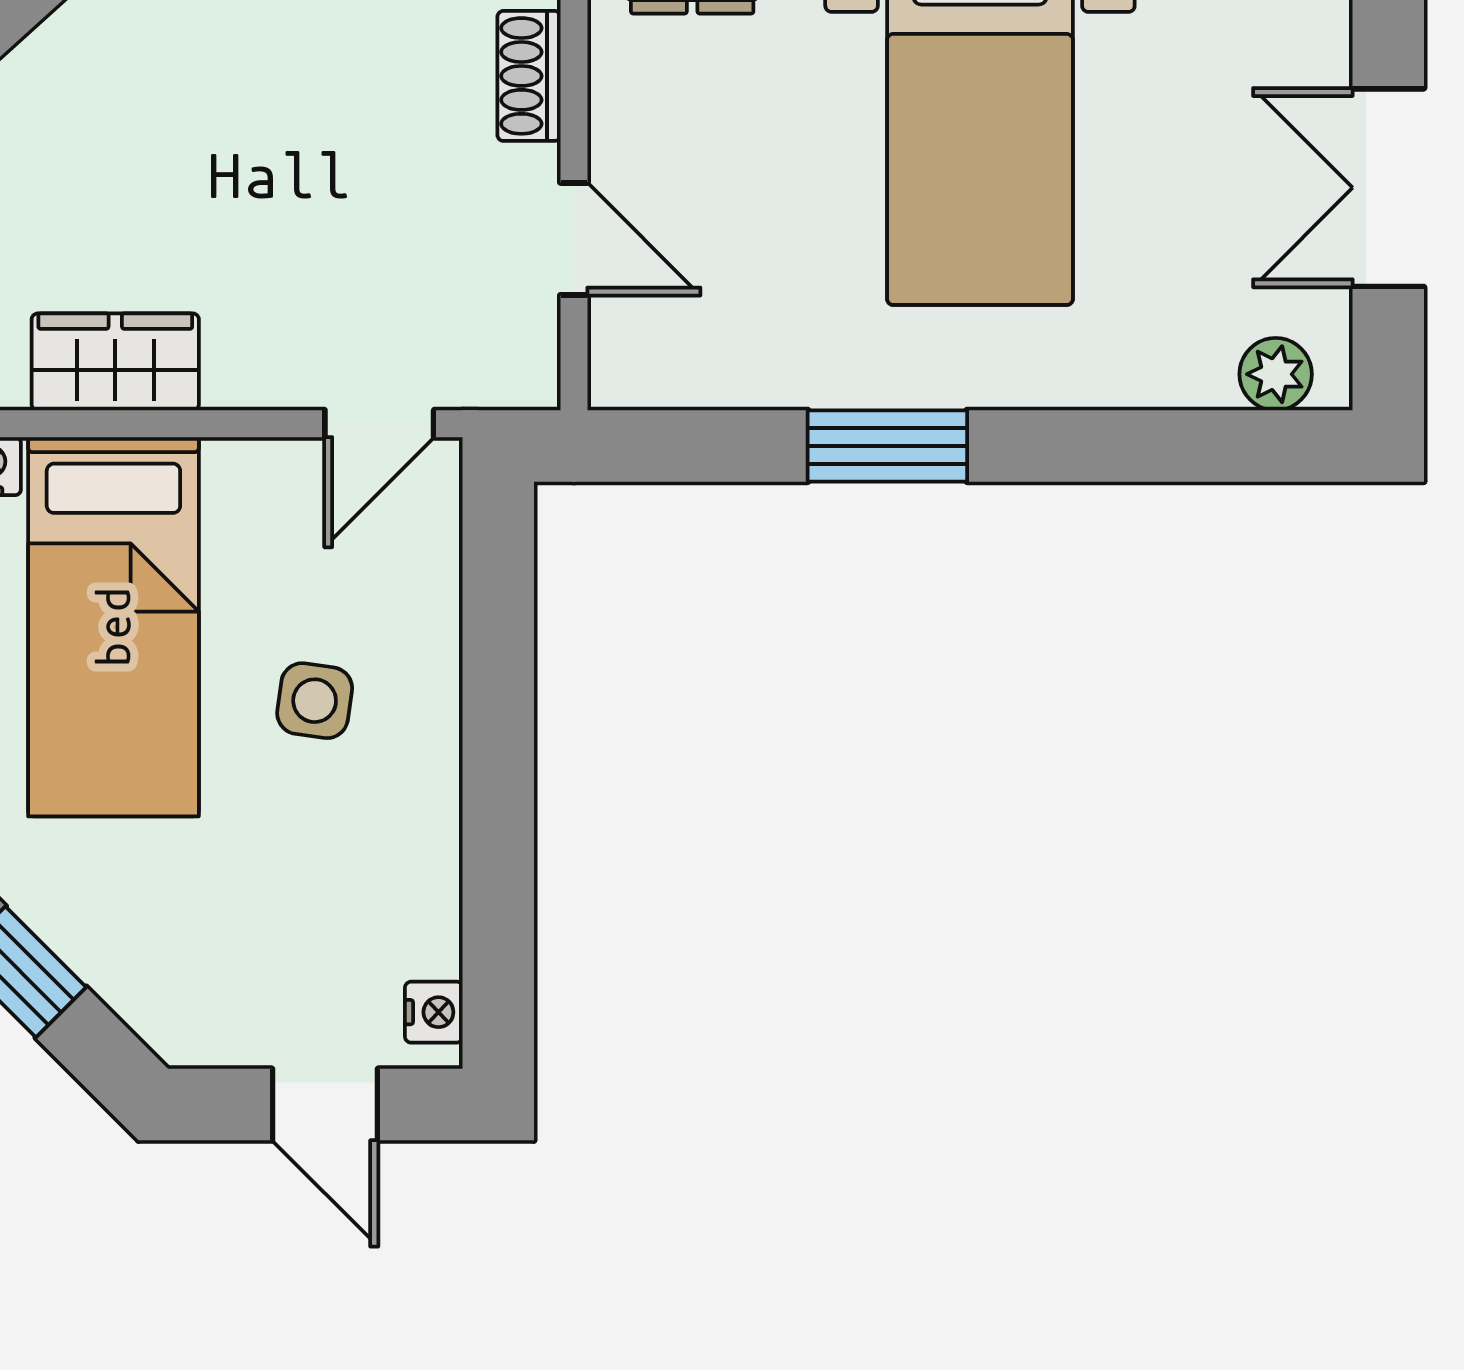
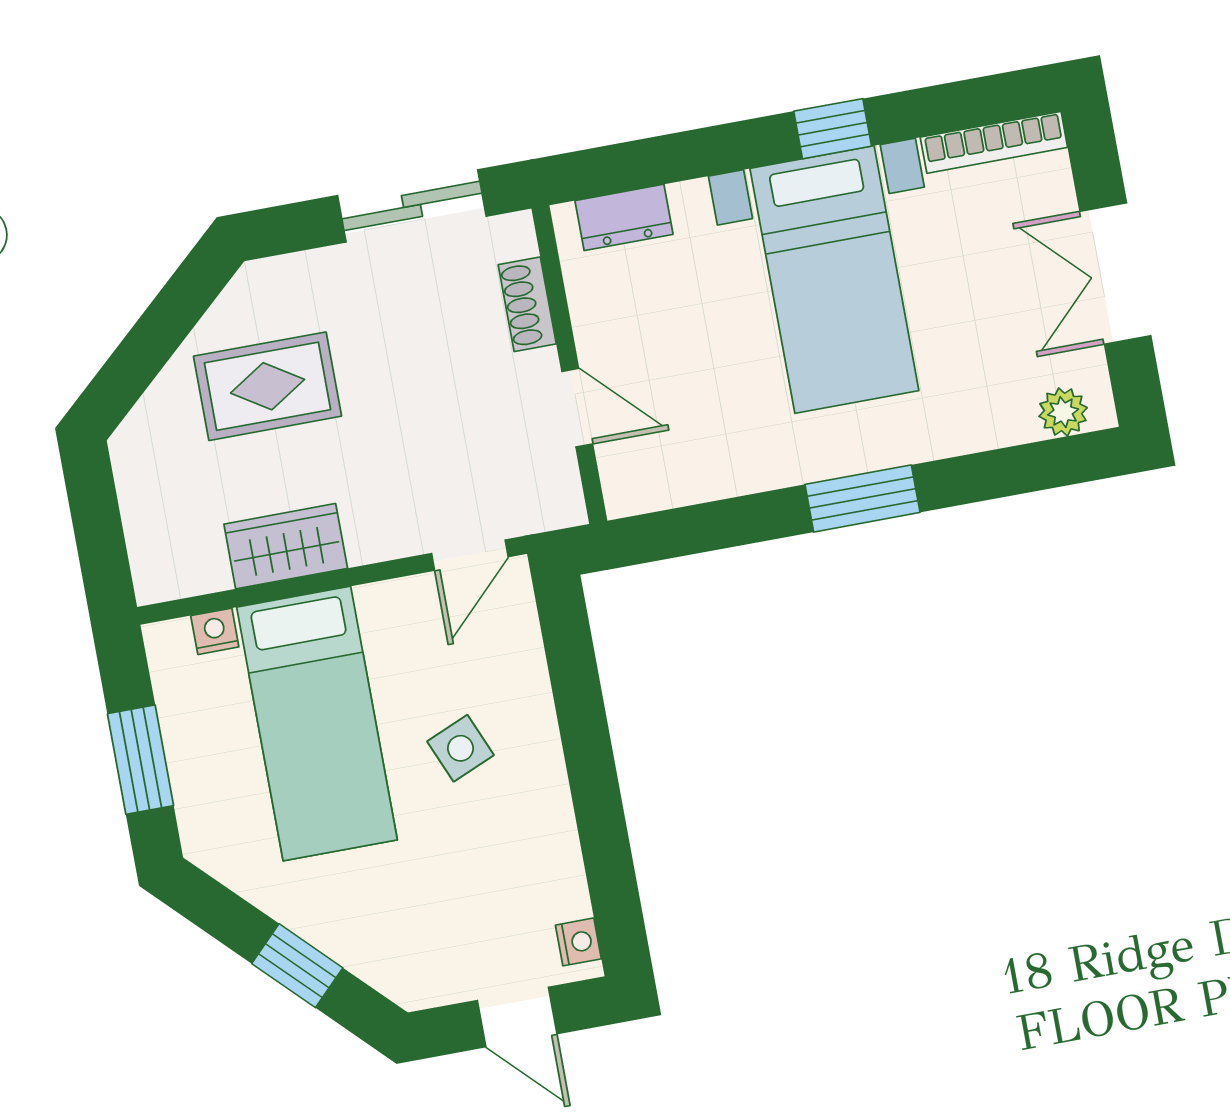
rug: (132, 126) -> (268, 386), added
window: (887, 446) -> (862, 498), moved
side table: (315, 701) -> (461, 748), turned -31

